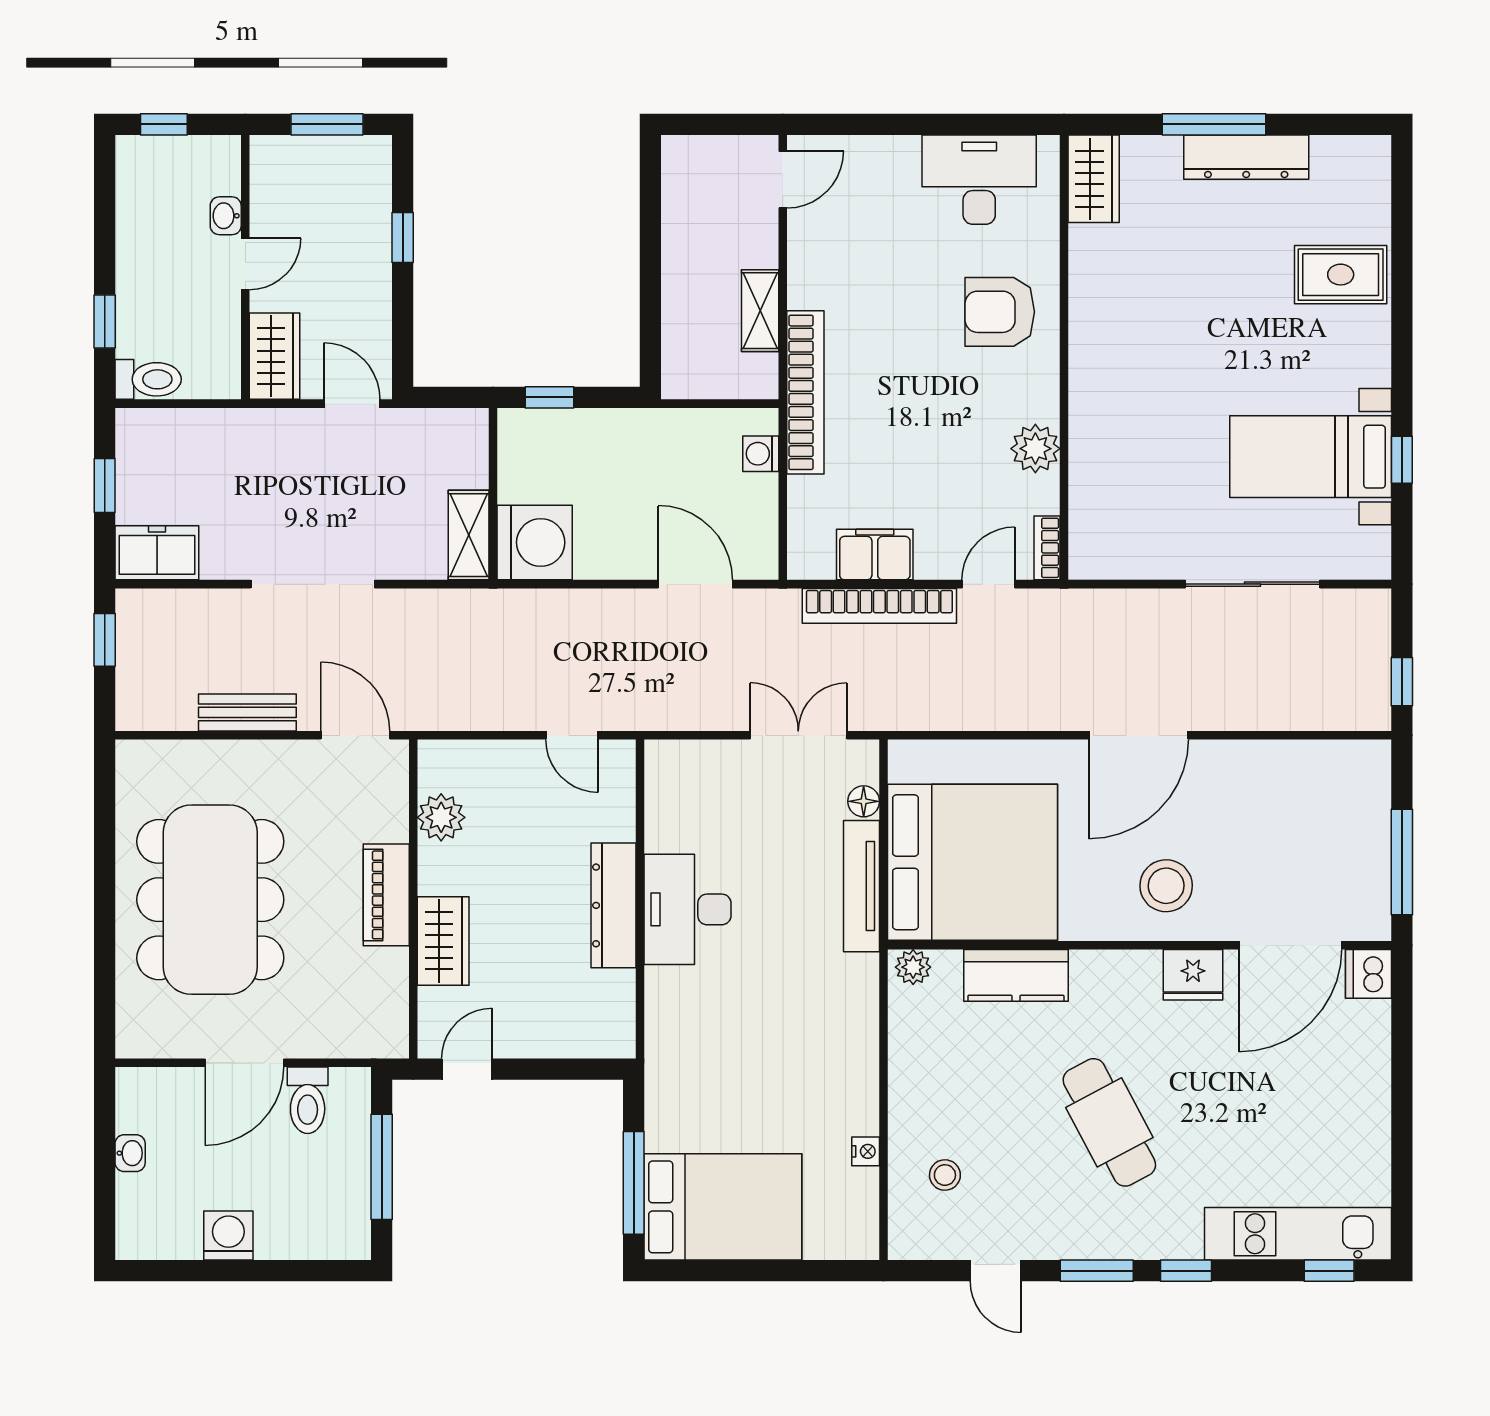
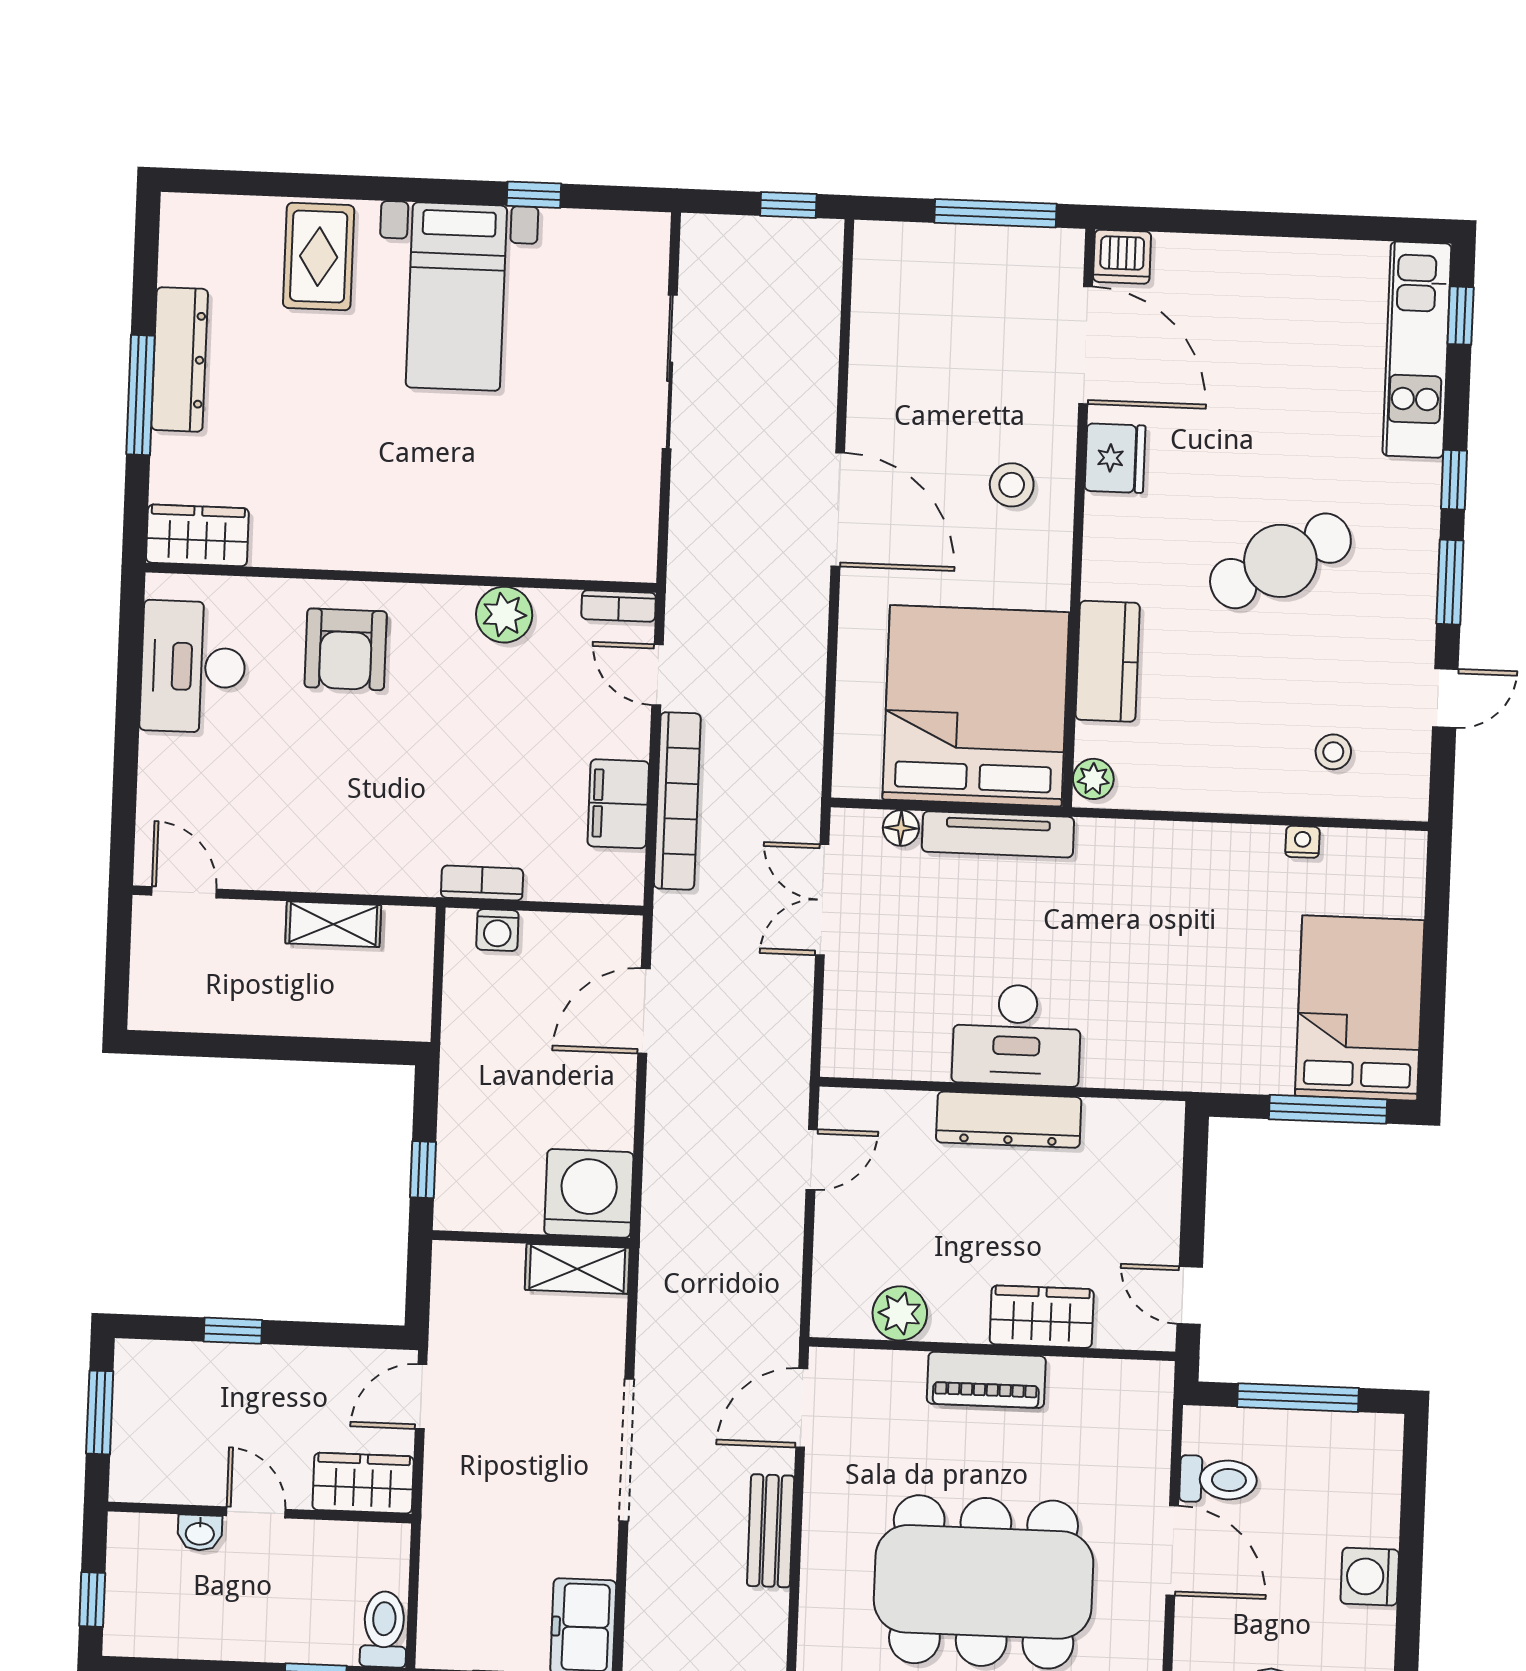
bookcase: (805, 392) -> (482, 883), width x0.43, depth x0.76
bed with nightstands: (1311, 457) -> (456, 297), moved
stool: (1166, 886) -> (1012, 485), width x0.73, depth x0.73

